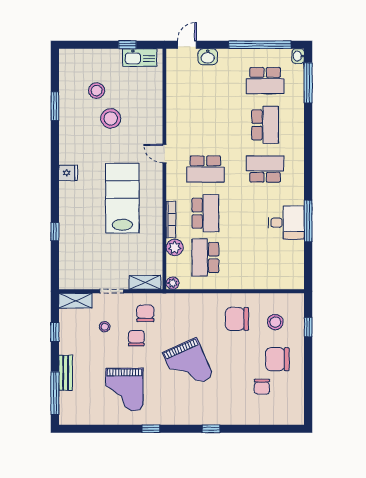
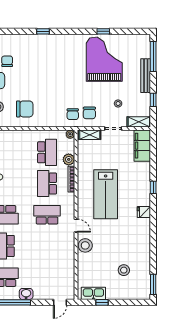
washbasin: (208, 57) -> (26, 294), moved
window: (55, 106) -> (153, 284), moved
stool: (111, 118) -> (85, 245), moved
window: (55, 232) -> (153, 187), moved
filing cabinet: (70, 267) -> (142, 146), added
chair: (136, 338) -> (73, 114), moved
grand piano: (188, 365) -> (59, 77), removed
bench: (66, 373) -> (146, 76), width x1.36
grand piano: (124, 390) -> (104, 59), width x1.37, depth x1.48
window: (151, 429) -> (103, 31), moved

